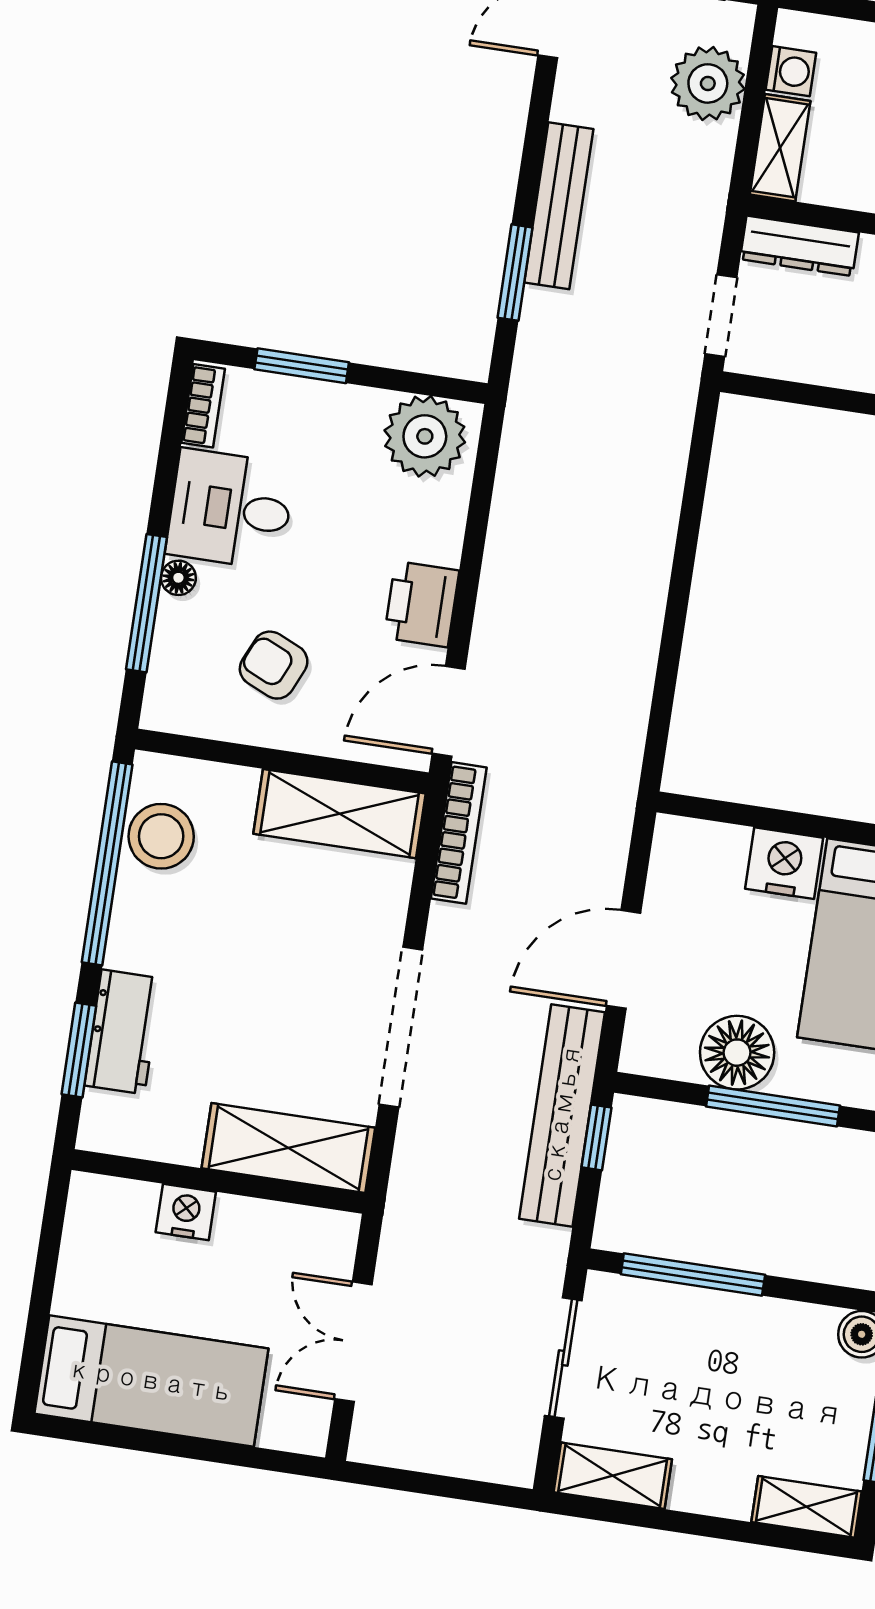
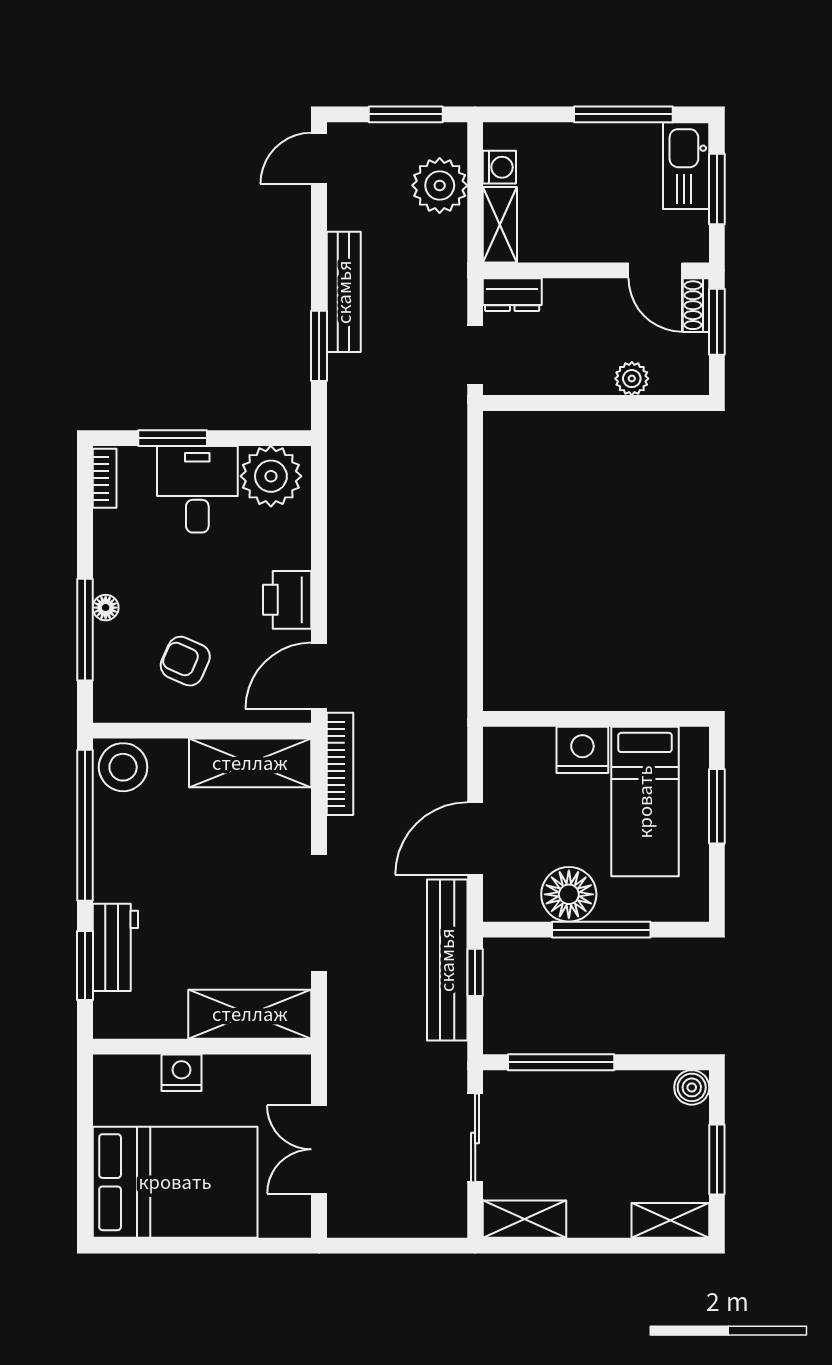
dresser: (799, 246) -> (512, 295), width x0.70
desk: (230, 509) -> (197, 489), moved, turned 90
stool: (161, 836) -> (123, 767), moved
bed: (151, 1381) -> (175, 1182), width x1.50

